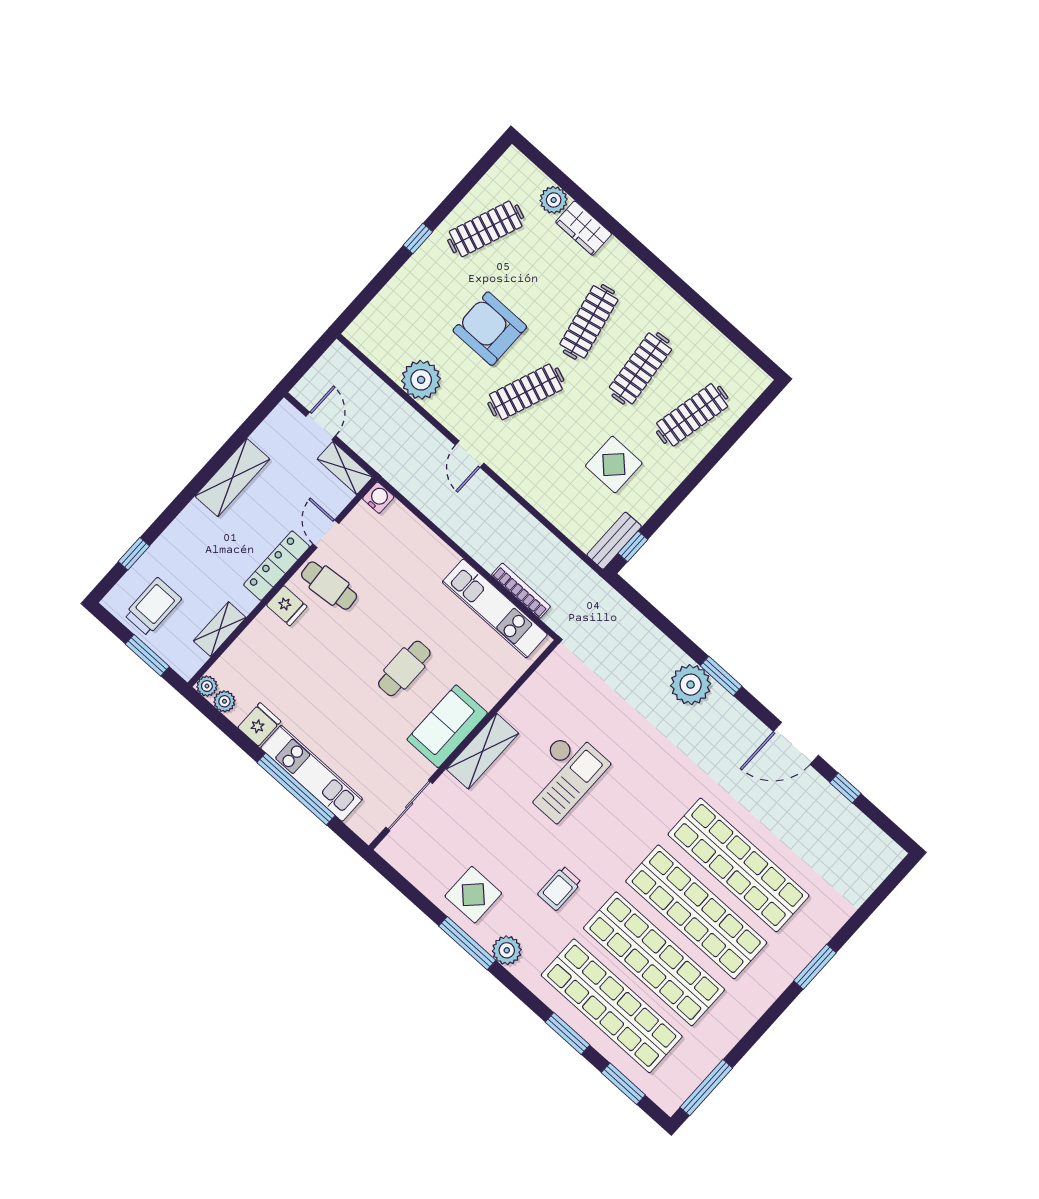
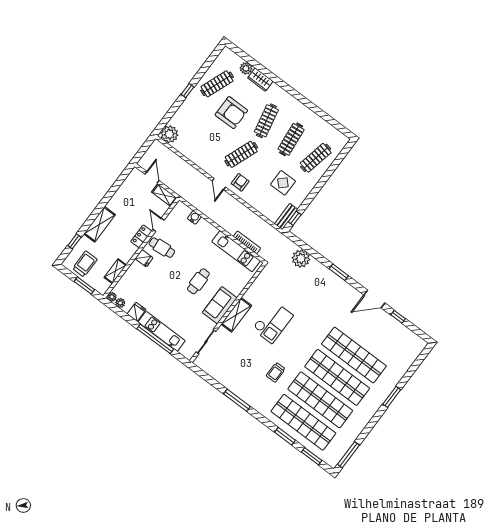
armchair: (490, 329) -> (231, 113), moved, turned 180
plant: (421, 380) -> (169, 134), moved
armchair: (518, 455) -> (240, 182), added
shelving: (232, 478) -> (100, 224), moved
water cooler: (378, 498) -> (194, 217), moved
locker: (277, 566) -> (141, 236), width x0.66
plant: (691, 685) -> (301, 259), moved
display table: (473, 895) -> (238, 379), removed
plant: (507, 950) -> (255, 402), removed

